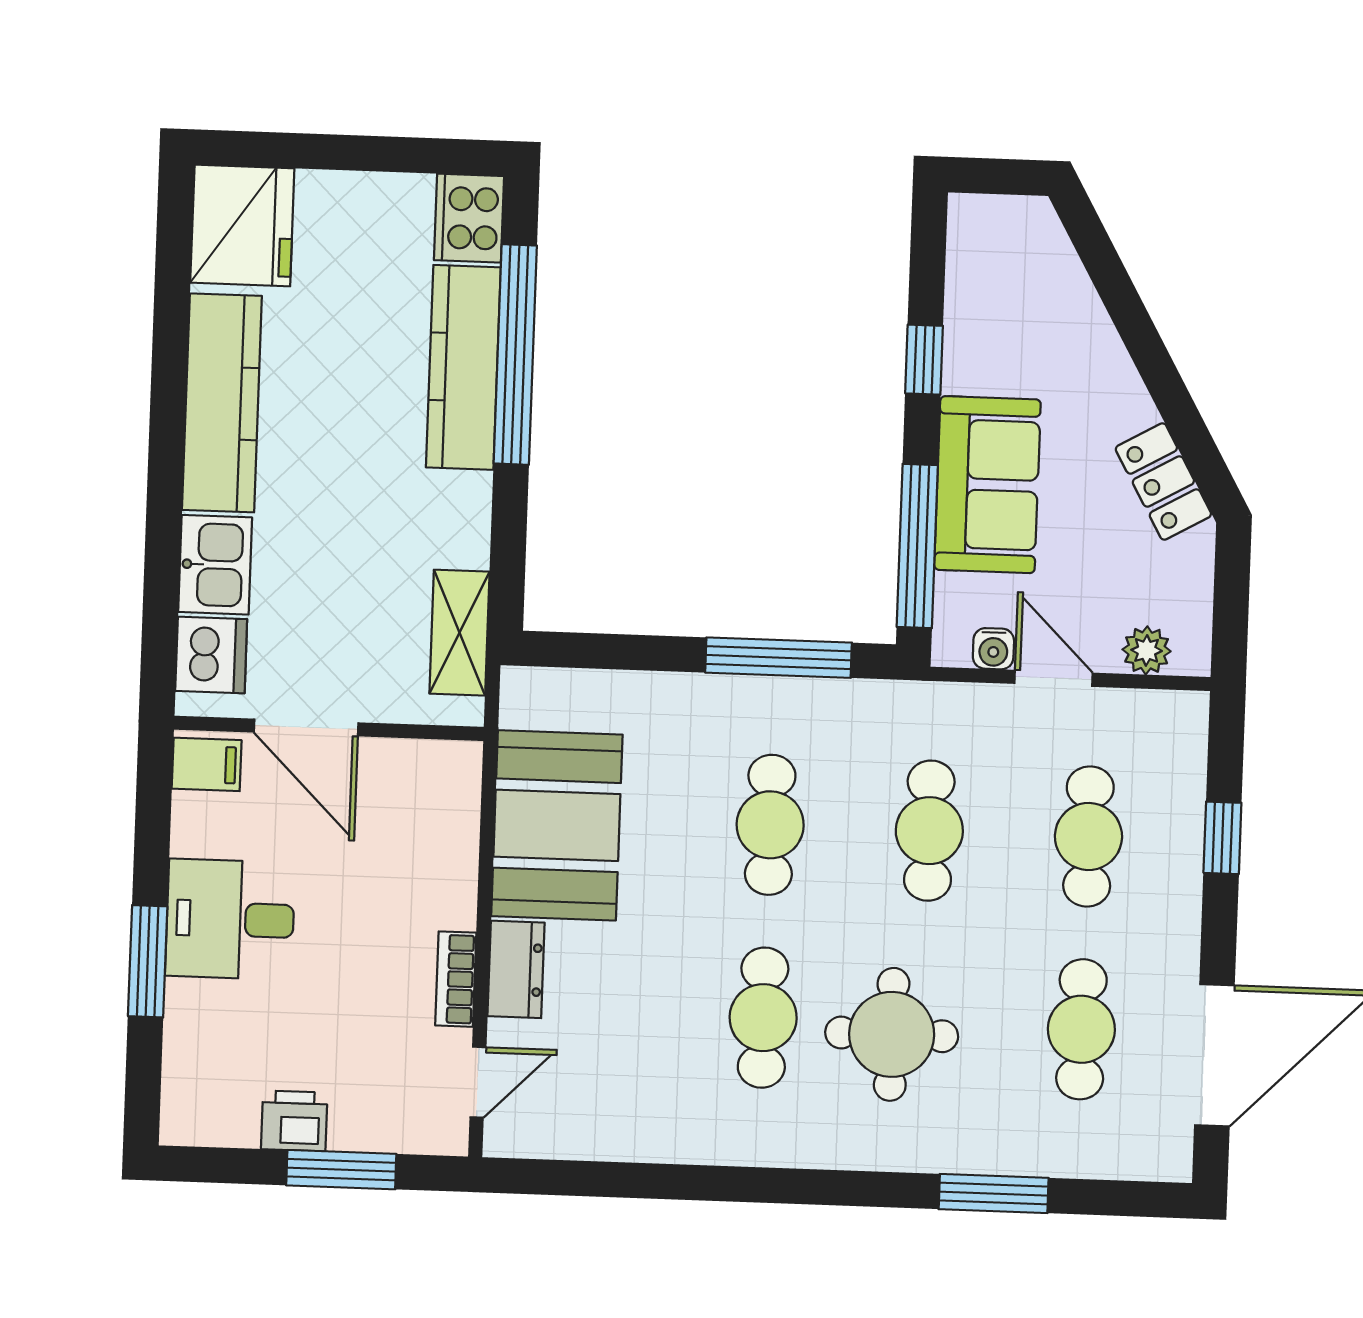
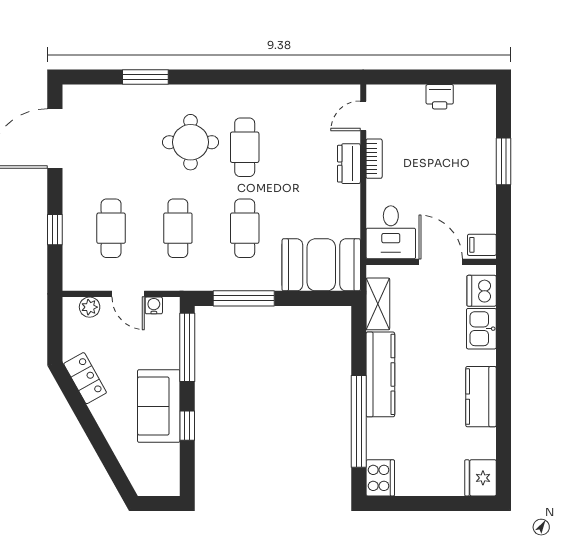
fridge: (242, 226) -> (480, 478), width x0.73, depth x0.75
kitchen counter: (463, 367) -> (380, 374), moved
kitchen counter: (222, 403) -> (481, 397), width x0.67
sofa: (987, 485) -> (159, 406), moved
booth: (557, 825) -> (321, 265), moved, turned 90
desk: (230, 919) -> (391, 232), moved, turned 90
cafe table: (1081, 1029) -> (111, 147), removed
window: (341, 1170) -> (419, 77), removed

